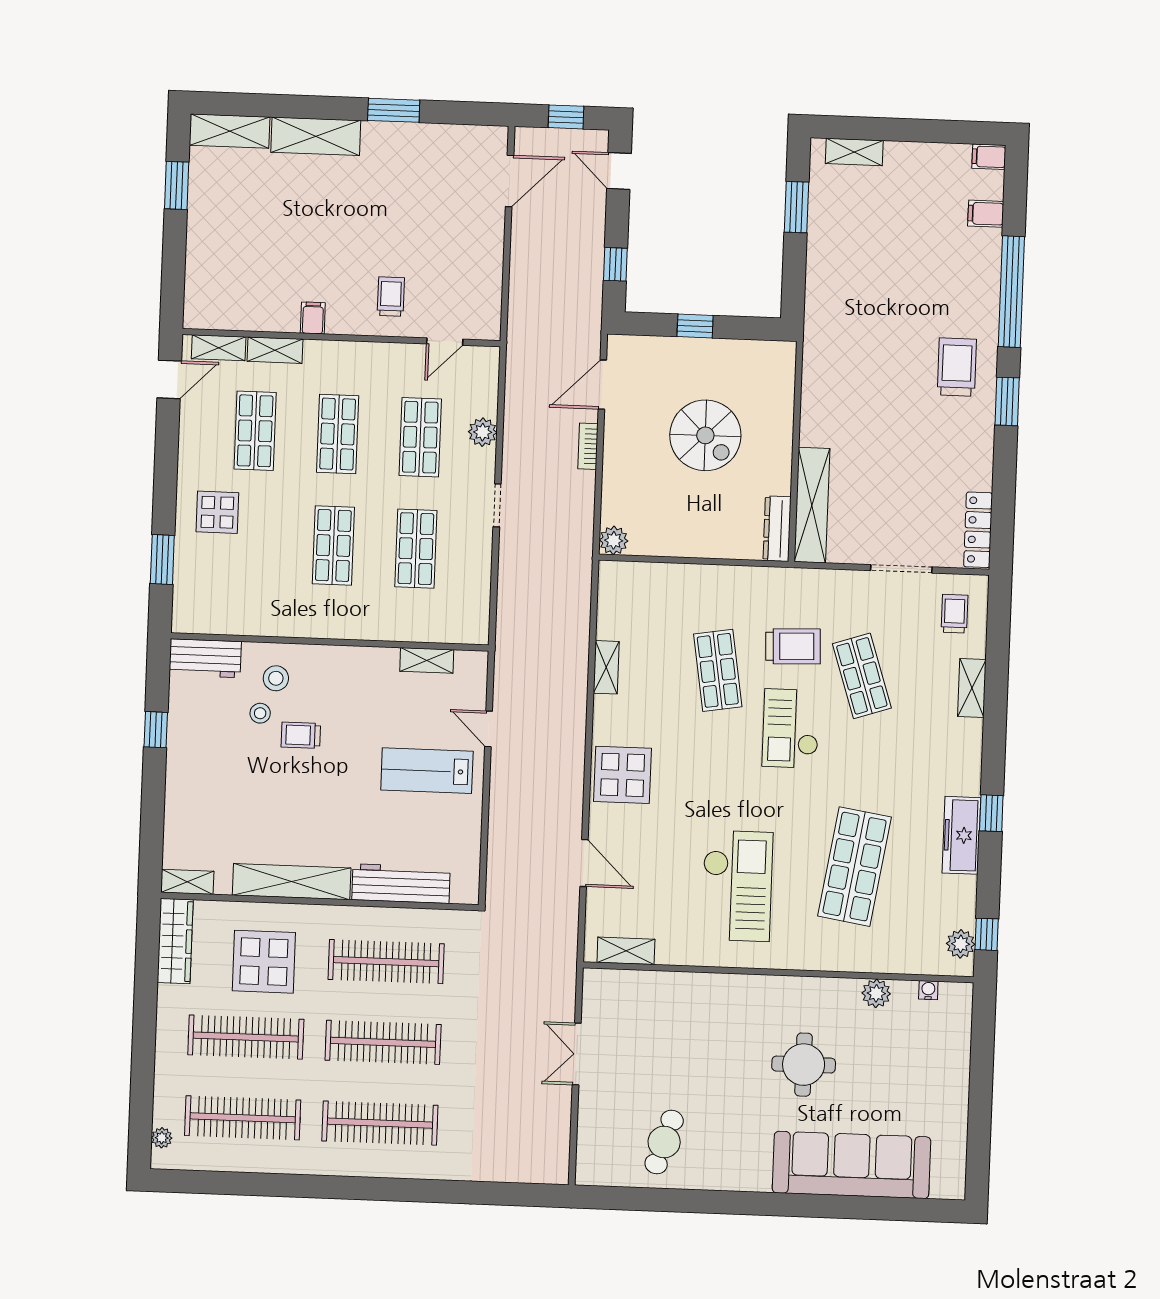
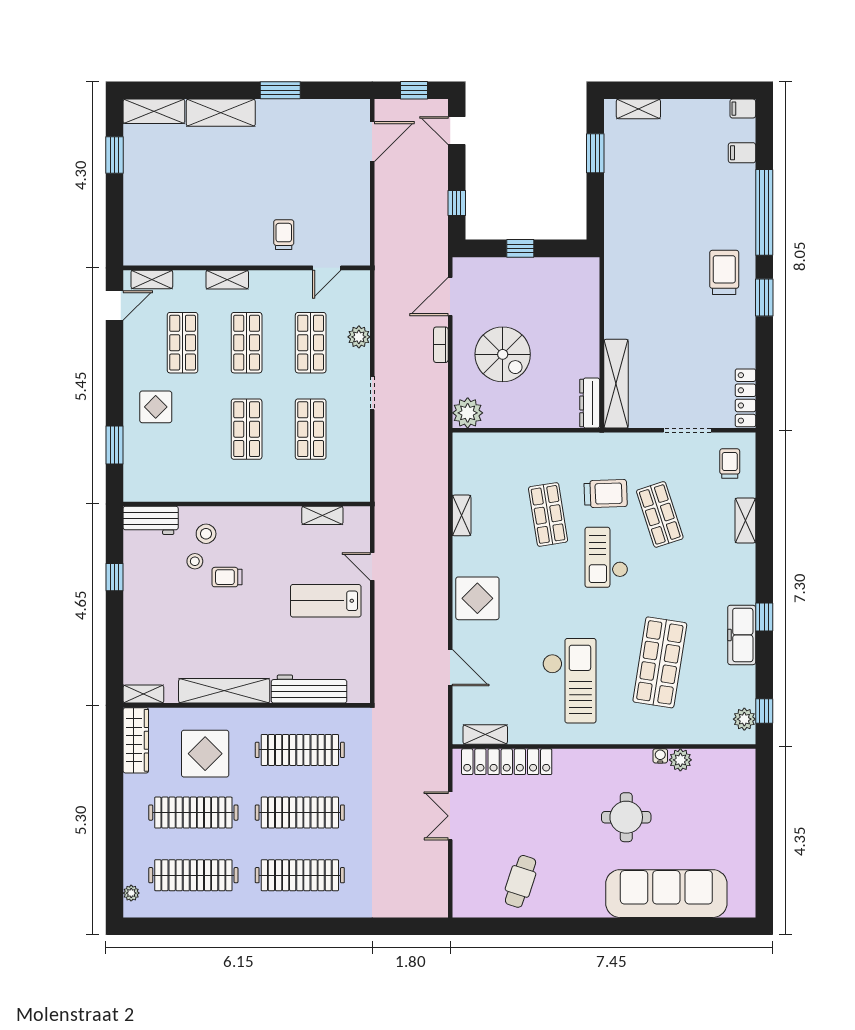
filing cabinet: (313, 318) -> (224, 254), removed
shelving: (275, 350) -> (227, 280), moved
spiral stairs: (705, 435) -> (503, 354), moved
plant: (614, 540) -> (468, 413), width x1.36, depth x1.36
locker: (652, 987) -> (507, 762), added
water cooler: (928, 990) -> (660, 756), moved

